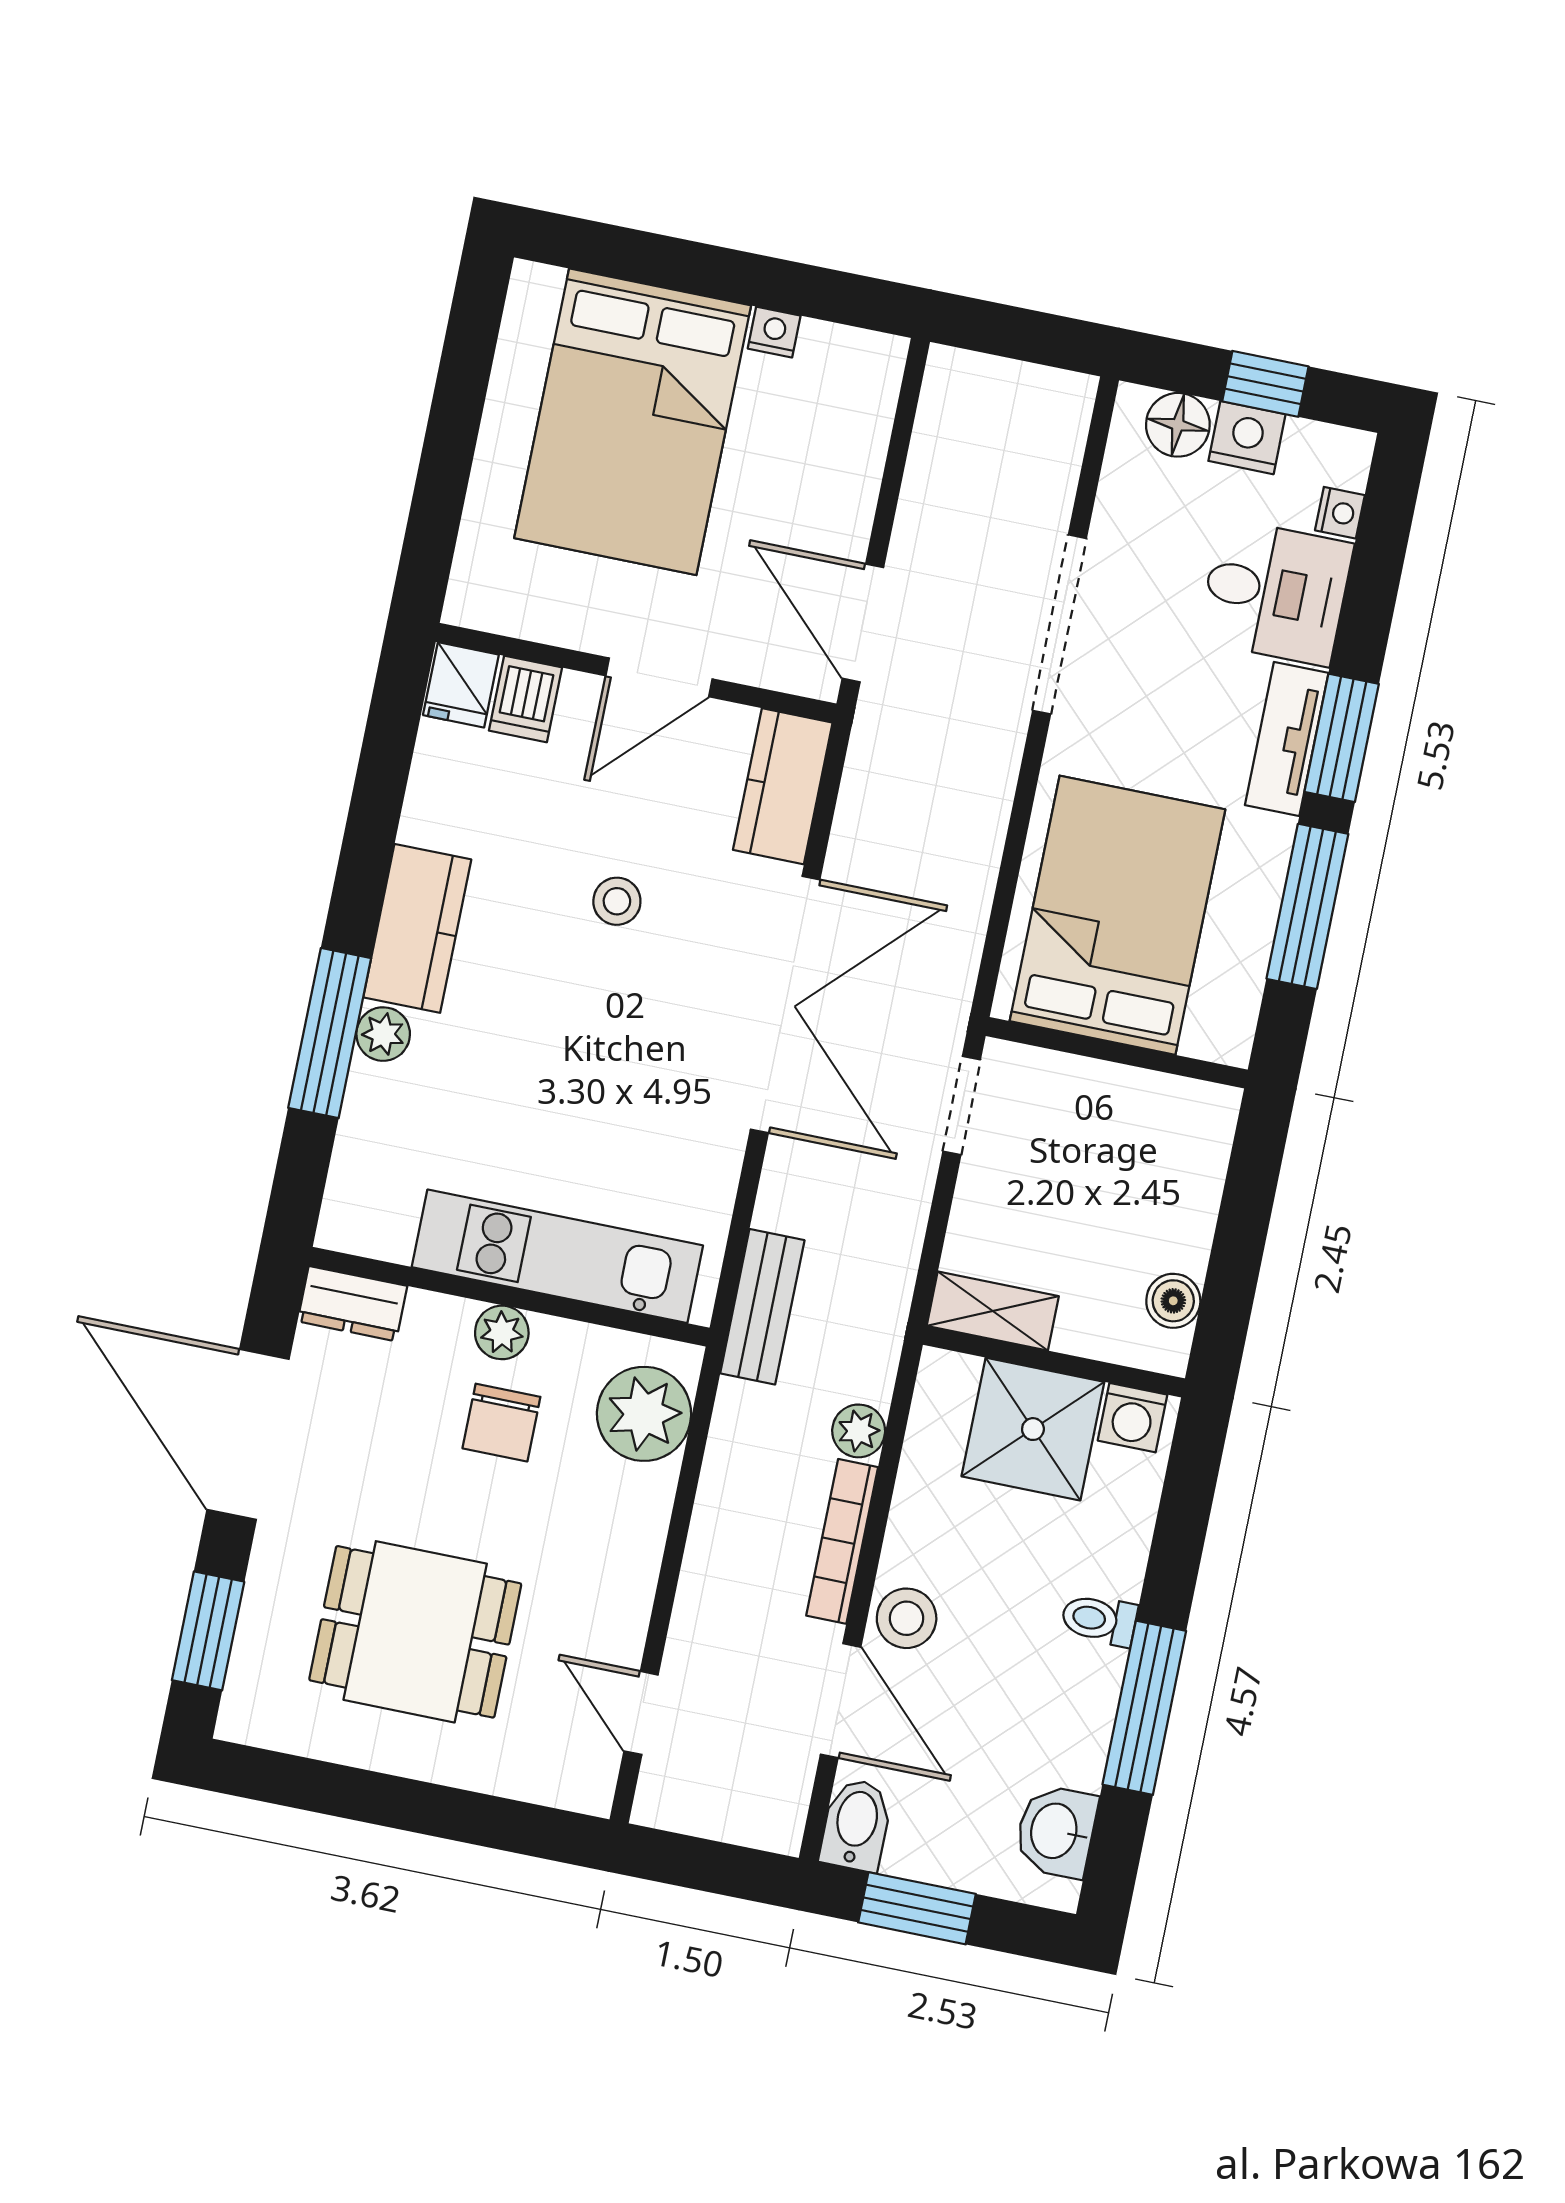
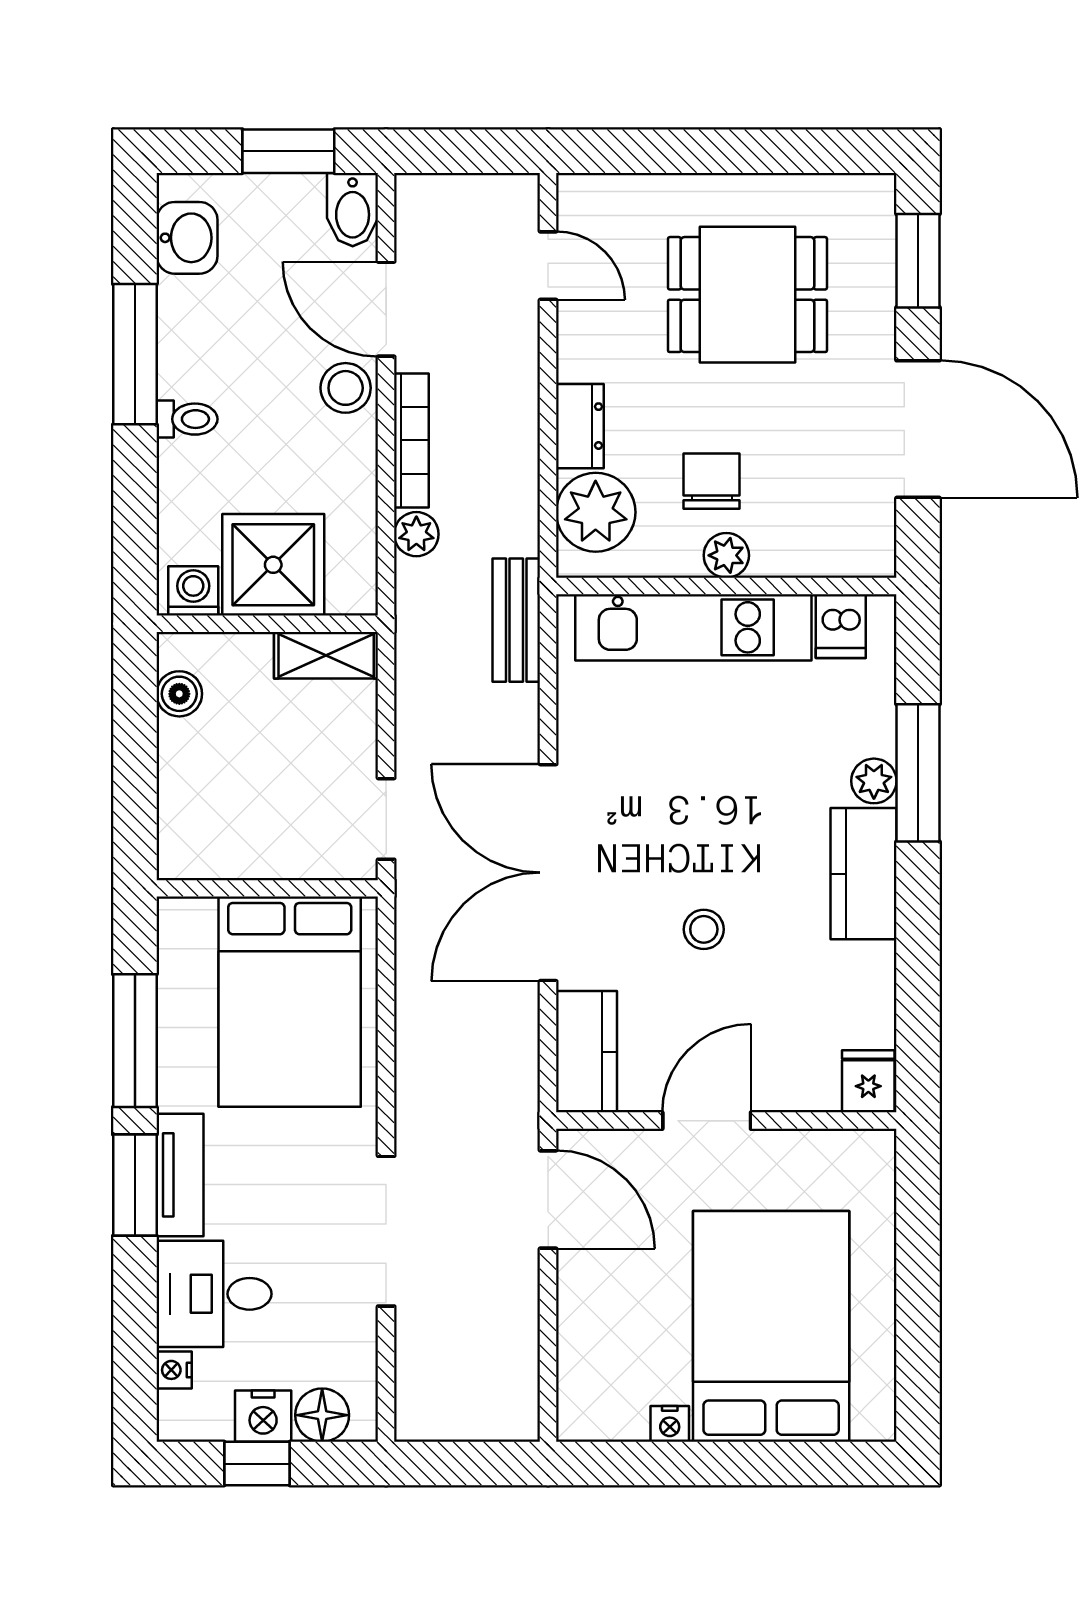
dishwasher: (525, 699) -> (841, 626), moved, turned 180
dresser: (352, 1304) -> (580, 426), moved, turned 90

